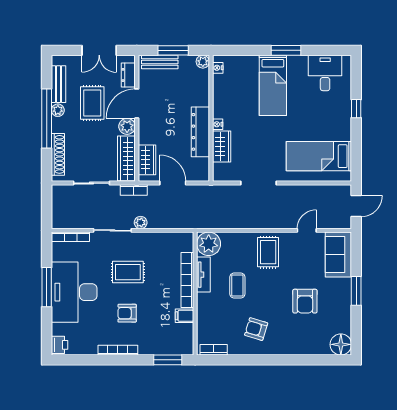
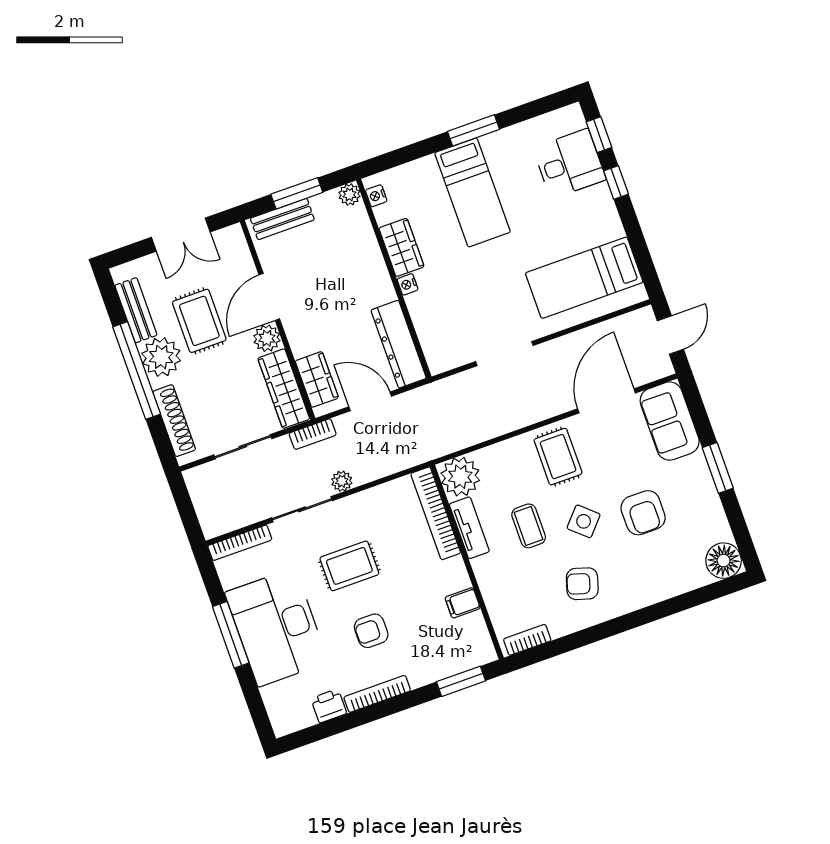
desk: (325, 73) -> (569, 164), moved, turned 90
dresser: (128, 75) -> (240, 257), removed
window: (356, 78) -> (599, 135), added
plant: (58, 110) -> (161, 357), width x1.88, depth x1.88
dresser: (200, 132) -> (399, 344), moved
wardrobe: (222, 146) -> (401, 247), moved
door: (307, 230) -> (606, 401), width x1.88
bookcase: (187, 280) -> (436, 513), moved
side table: (269, 294) -> (584, 521), added
printer: (59, 345) -> (329, 706), moved, turned -90

